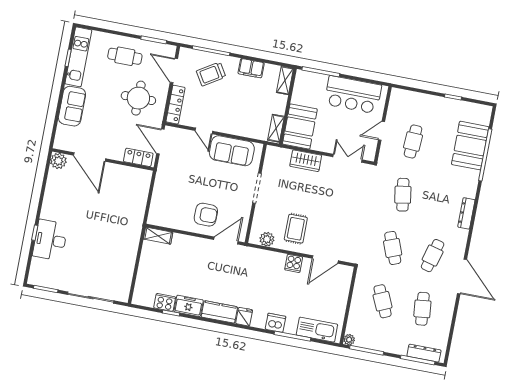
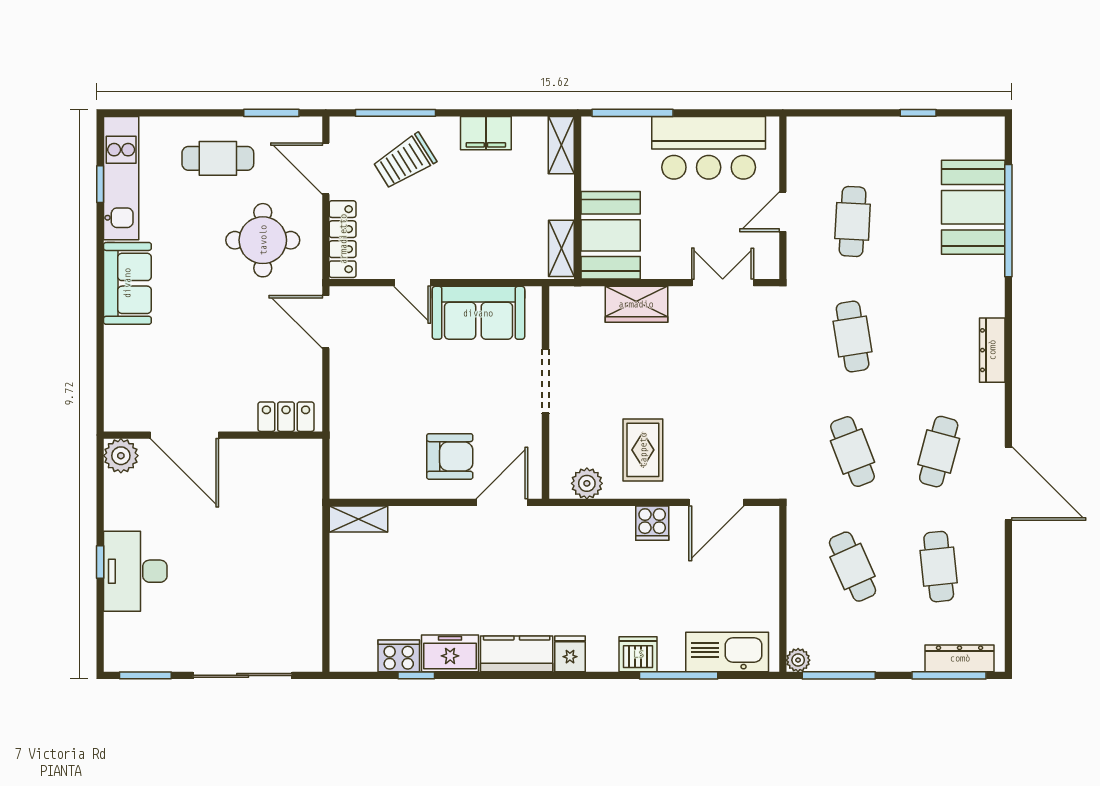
door: (90, 157) -> (184, 435), moved
locker: (138, 157) -> (286, 417), moved
wall: (103, 159) -> (213, 435), moved
plant: (58, 161) -> (121, 456), moved

